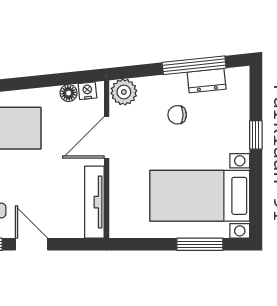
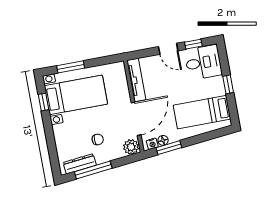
window: (61, 79) -> (169, 148), added
dresser: (207, 81) -> (80, 164), width x1.44
window: (256, 135) -> (43, 102), moved
door: (107, 137) -> (136, 119), width x1.36

